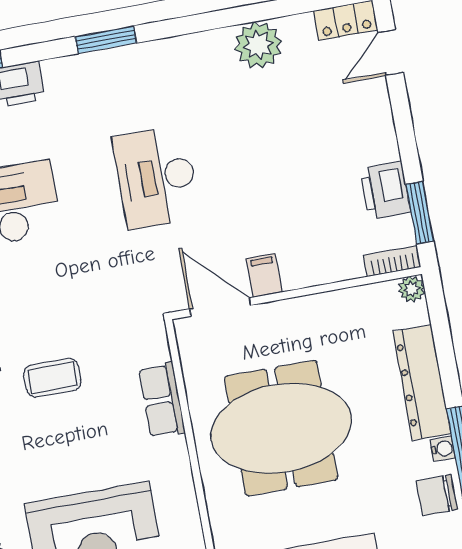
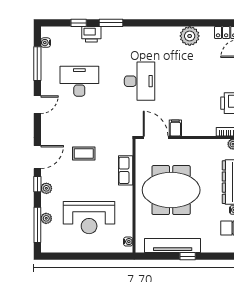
window: (106, 40) -> (111, 23), moved
desk: (156, 177) -> (140, 81), turned 180

